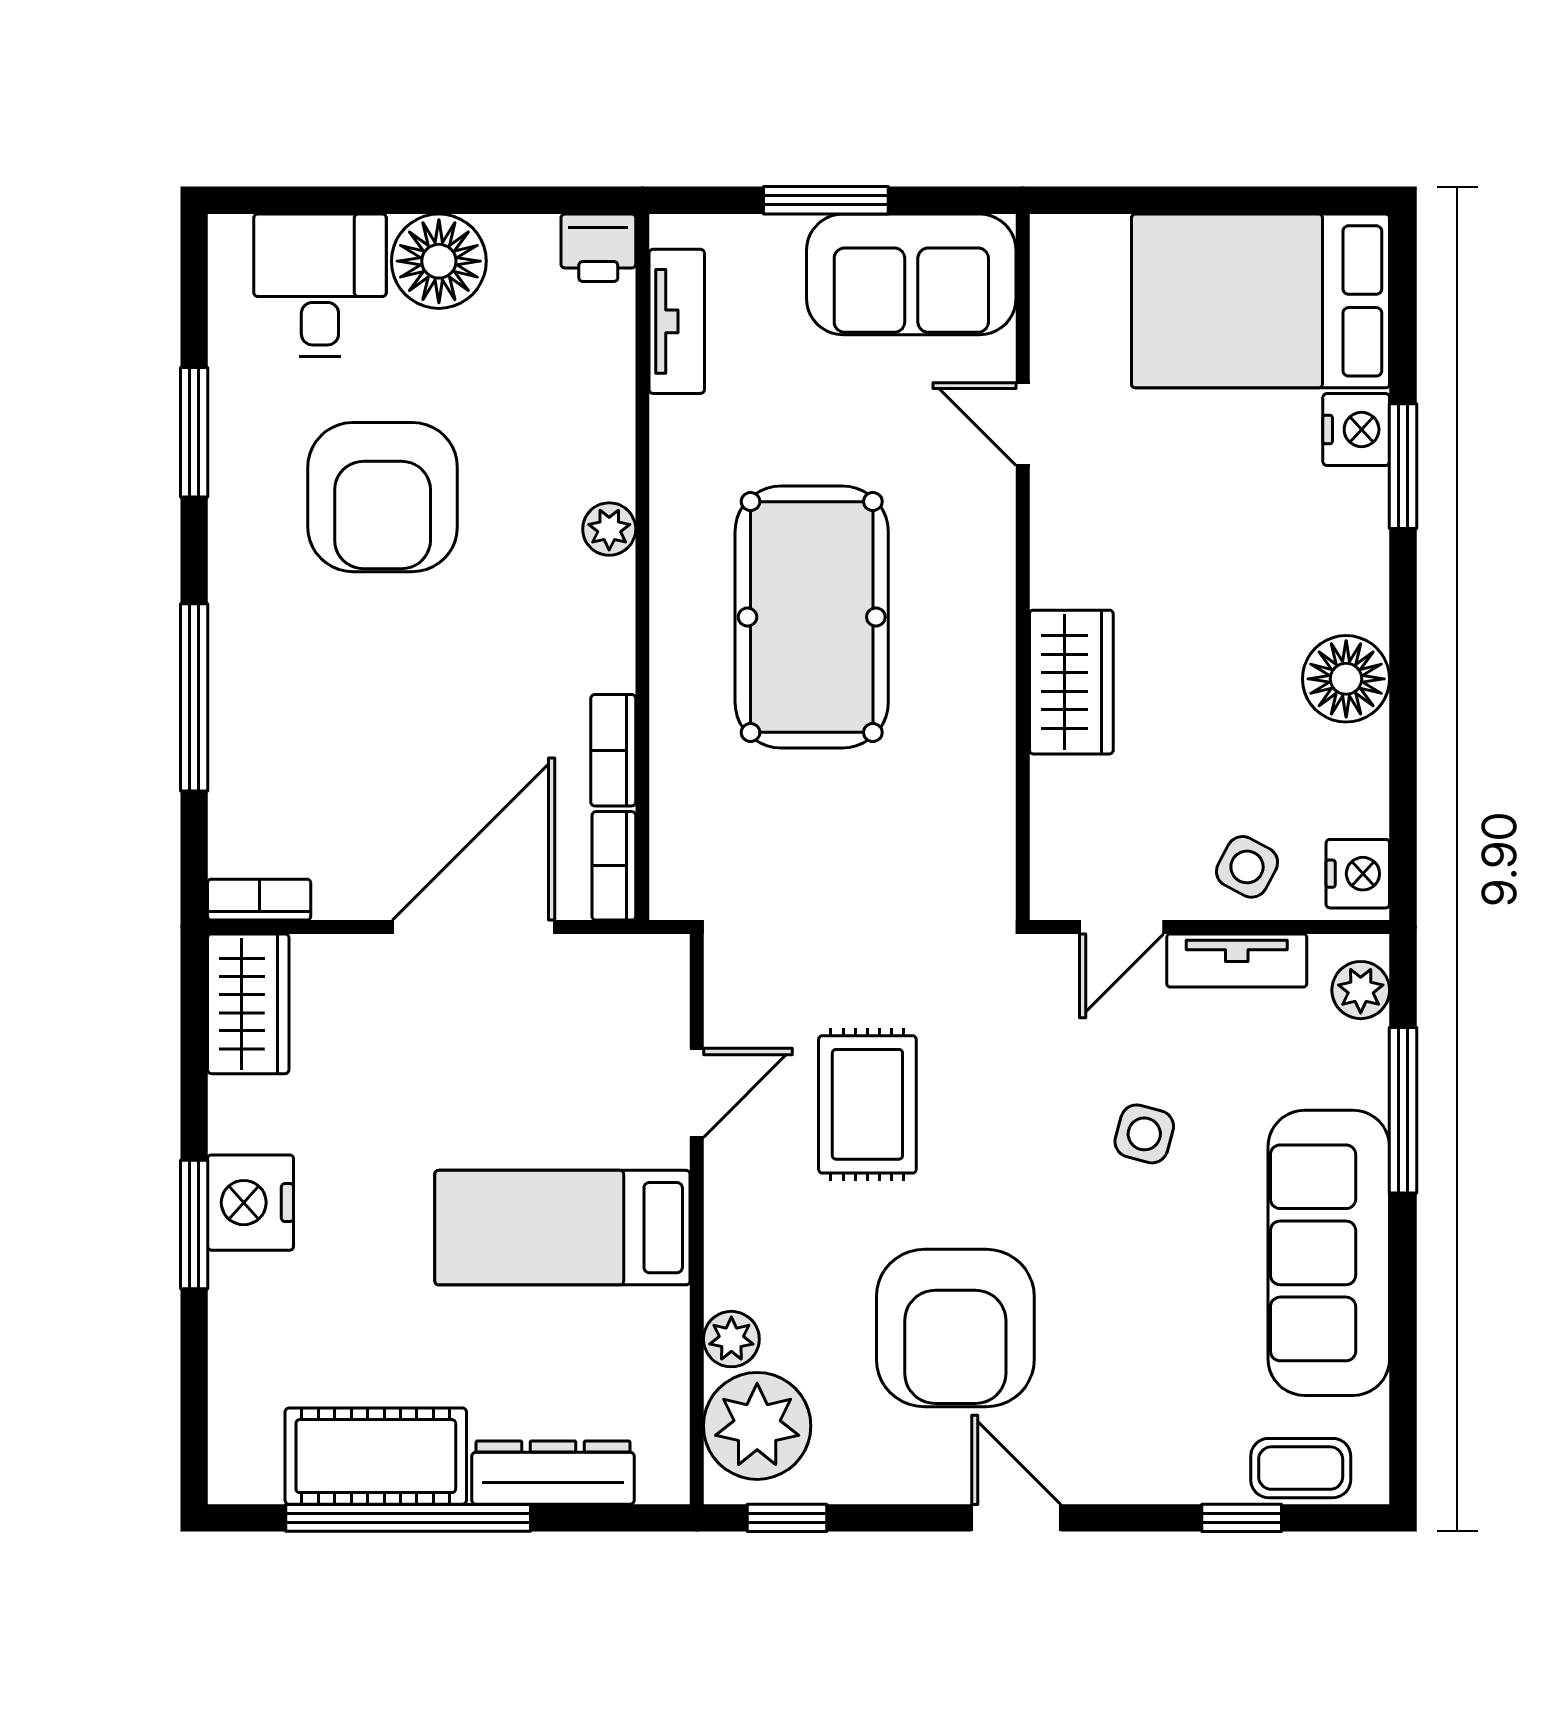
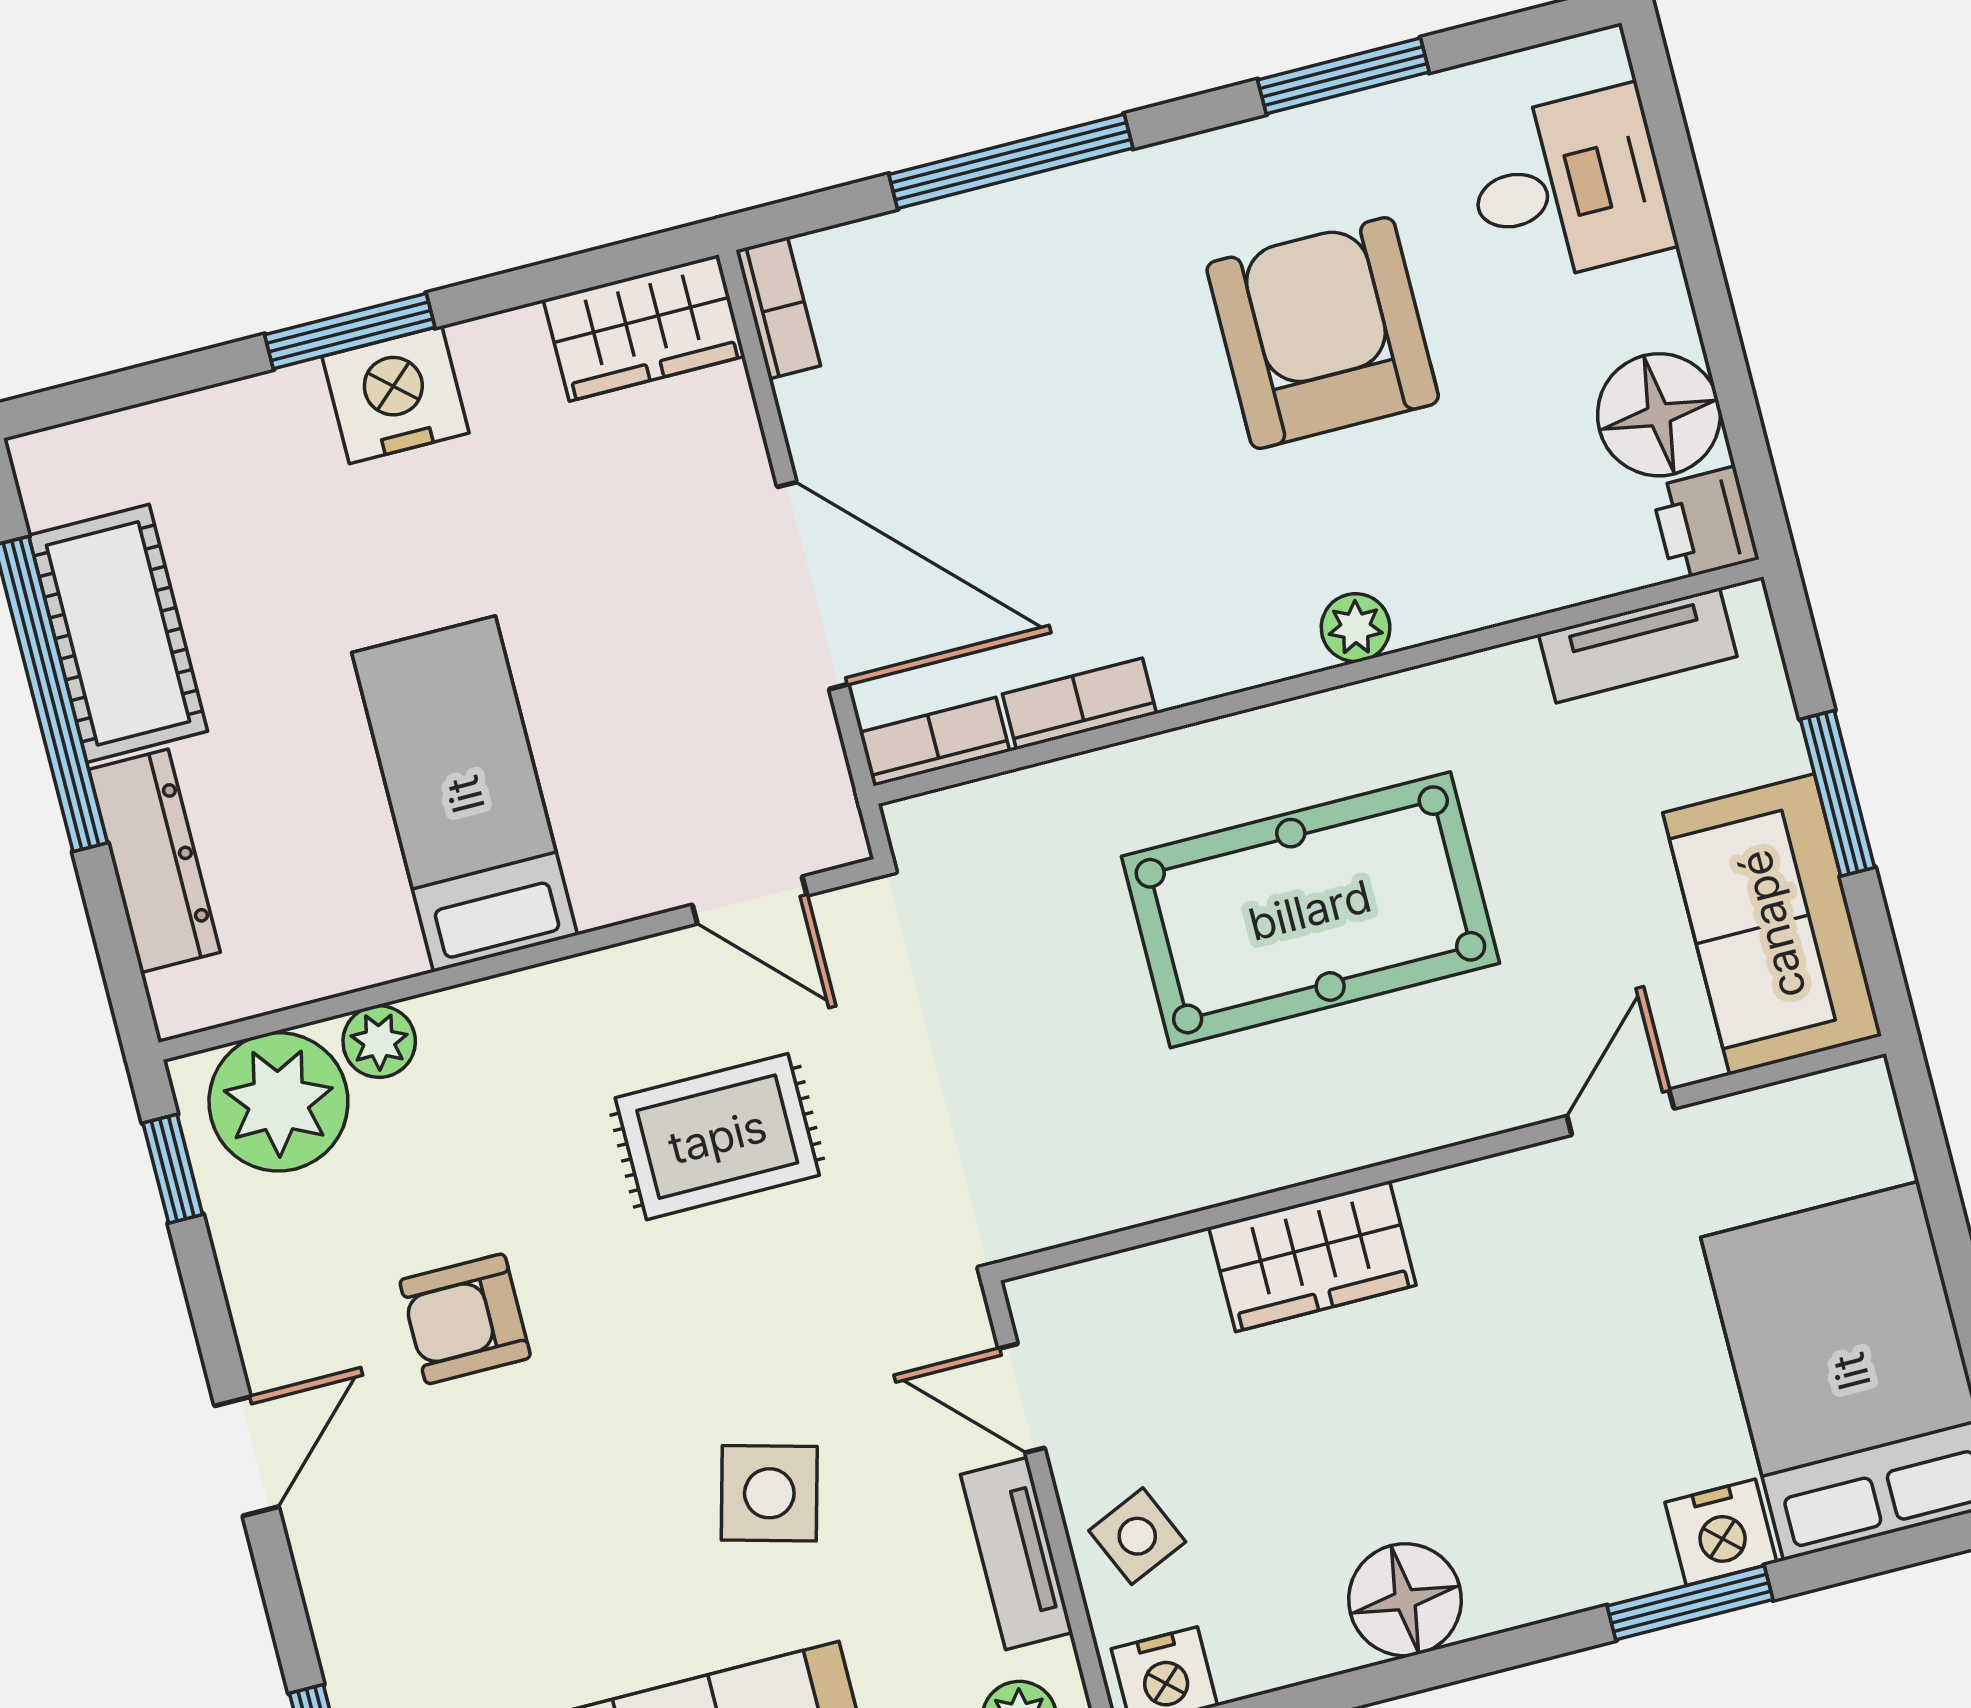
floor lamp: (439, 261) -> (1659, 415), moved
armchair: (383, 497) -> (1323, 333), turned 90
side table: (1247, 867) -> (1137, 1536), turned 38
door: (697, 1093) -> (750, 900), moved
side table: (1144, 1134) -> (769, 1493), width x1.37, depth x1.37
armchair: (955, 1328) -> (465, 1319), width x0.53, depth x0.53

